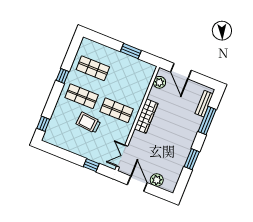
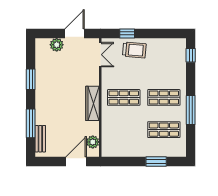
window: (131, 51) -> (156, 162), moved
door: (181, 71) -> (76, 162), hinge flipped
window: (63, 76) -> (191, 110), width x2.17
trolley: (88, 123) -> (134, 50), moved
door: (137, 184) -> (74, 33), swing flipped

